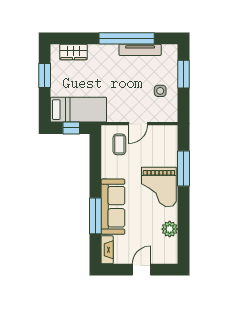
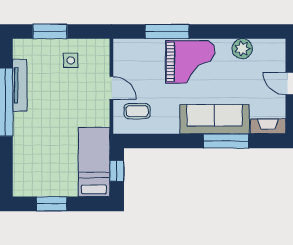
wardrobe: (73, 52) -> (22, 168), removed

